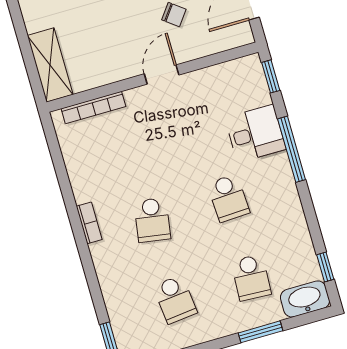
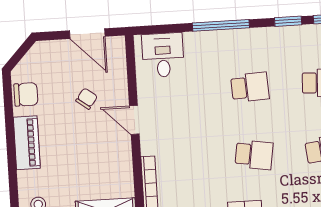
window: (271, 76) -> (288, 21), moved
desk: (255, 134) -> (163, 55), moved

